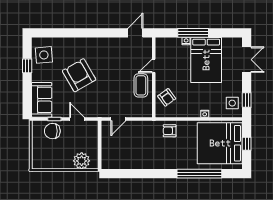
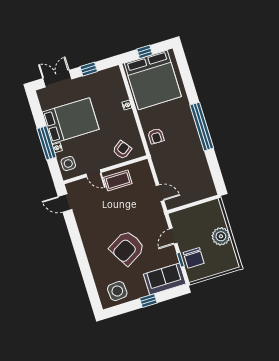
window: (27, 66) -> (148, 301), moved
window: (247, 100) -> (89, 69), moved
side table: (232, 103) -> (68, 164), moved
plant: (82, 161) -> (221, 236), moved
window: (199, 174) -> (202, 127), moved

